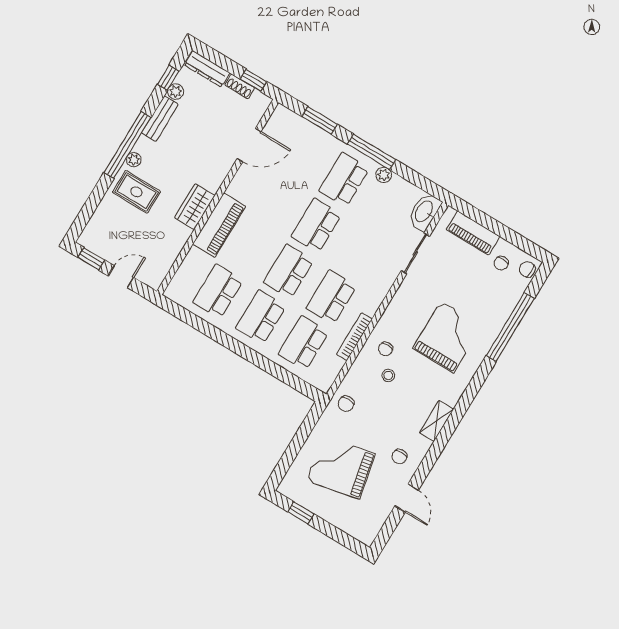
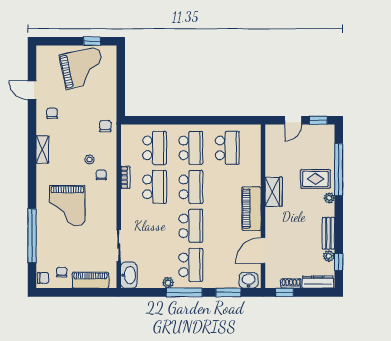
washbasin: (287, 120) -> (249, 280), added
window: (127, 145) -> (339, 170), moved
piano: (219, 225) -> (251, 209), moved
bookcase: (354, 337) -> (125, 177), width x0.64
grand piano: (341, 467) -> (83, 68), moved

